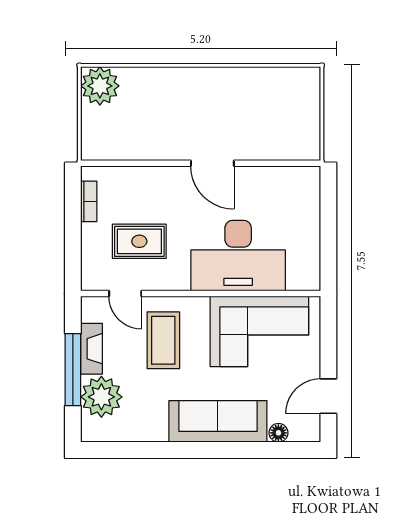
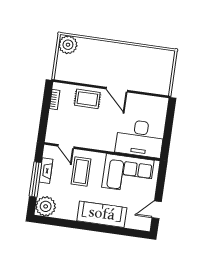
rug: (139, 241) -> (87, 99), moved
desk: (238, 256) -> (140, 138), moved
plant: (101, 397) -> (46, 206), moved
floor lamp: (278, 433) -> (130, 224), removed

